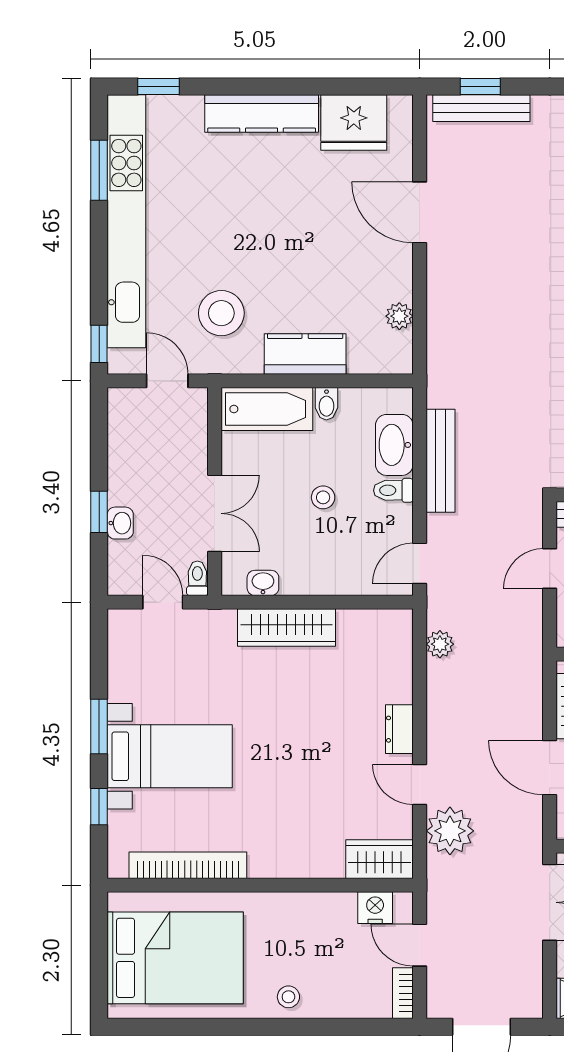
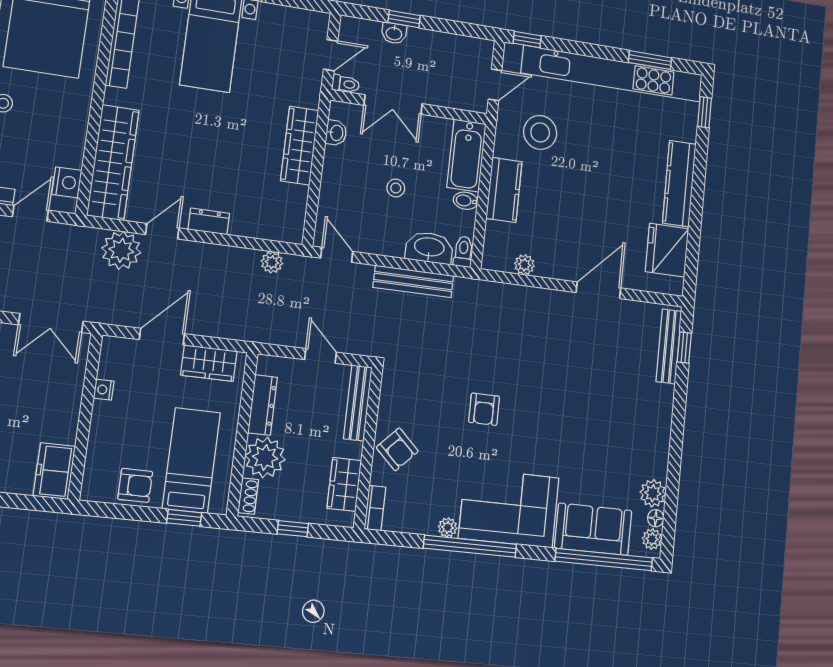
toilet: (393, 490) -> (463, 252), moved
wardrobe: (379, 859) -> (113, 163), width x2.10, depth x1.17

